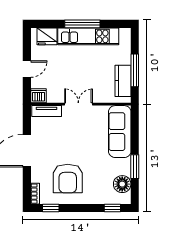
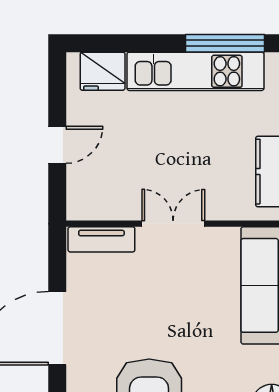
window: (82, 24) -> (225, 43), moved
dishwasher: (38, 96) -> (83, 205), removed

